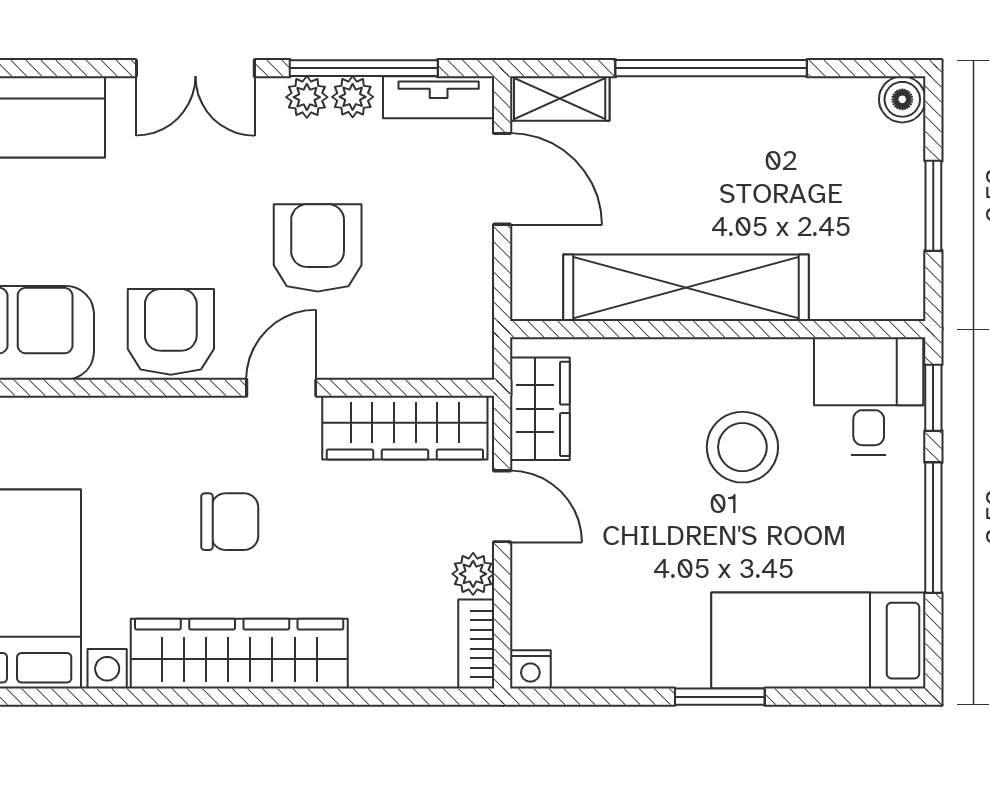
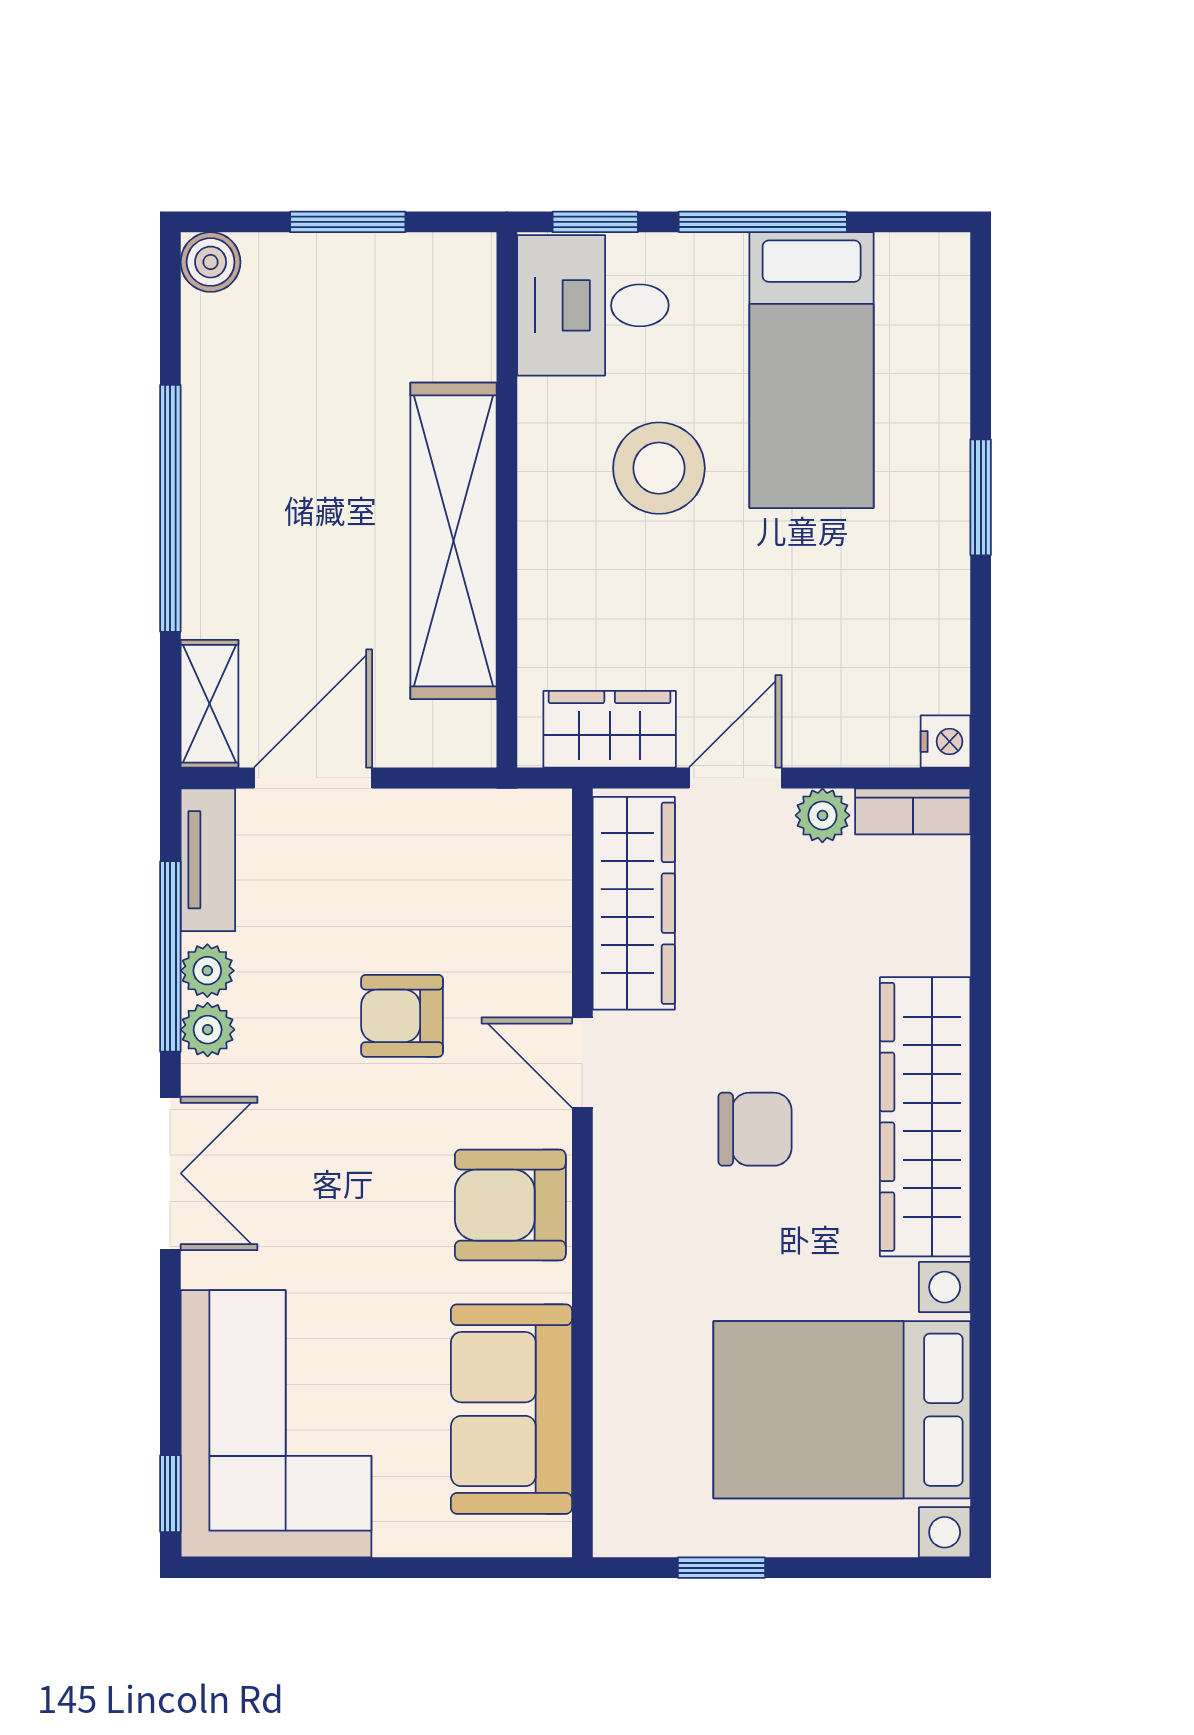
armchair: (318, 248) -> (402, 1016), width x0.72, depth x0.72
chair: (230, 522) -> (755, 1129), turned 90
bed: (818, 641) -> (812, 370), moved

